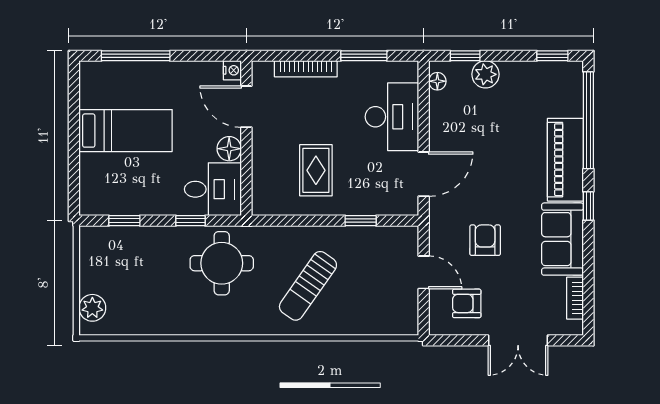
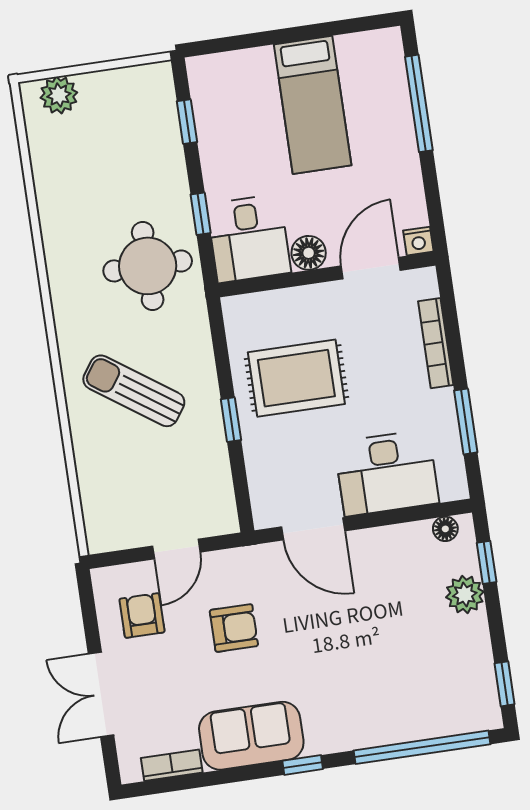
piano: (565, 160) -> (363, 723), removed
rug: (316, 170) -> (296, 378), width x1.36, depth x1.43
window: (361, 221) -> (231, 420), moved

